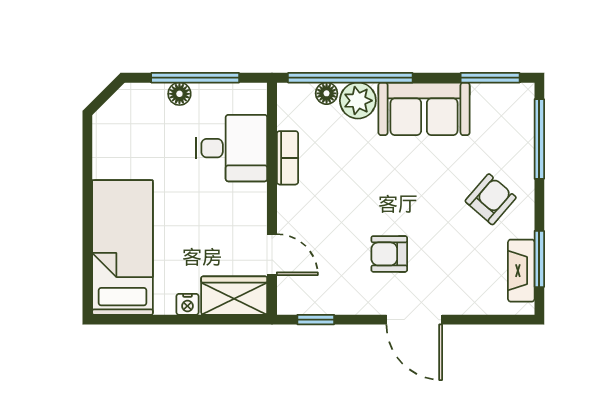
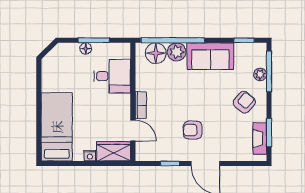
window: (195, 78) -> (94, 40), width x0.69
window: (490, 78) -> (244, 40), width x0.67
floor lamp: (327, 93) -> (156, 53), width x1.89, depth x1.89
plant: (522, 145) -> (260, 74), added
bookcase: (287, 158) -> (141, 105), moved
window: (316, 320) -> (170, 163), moved

